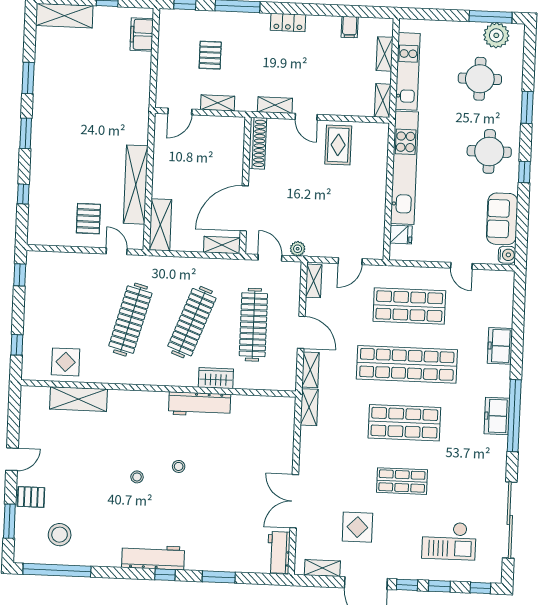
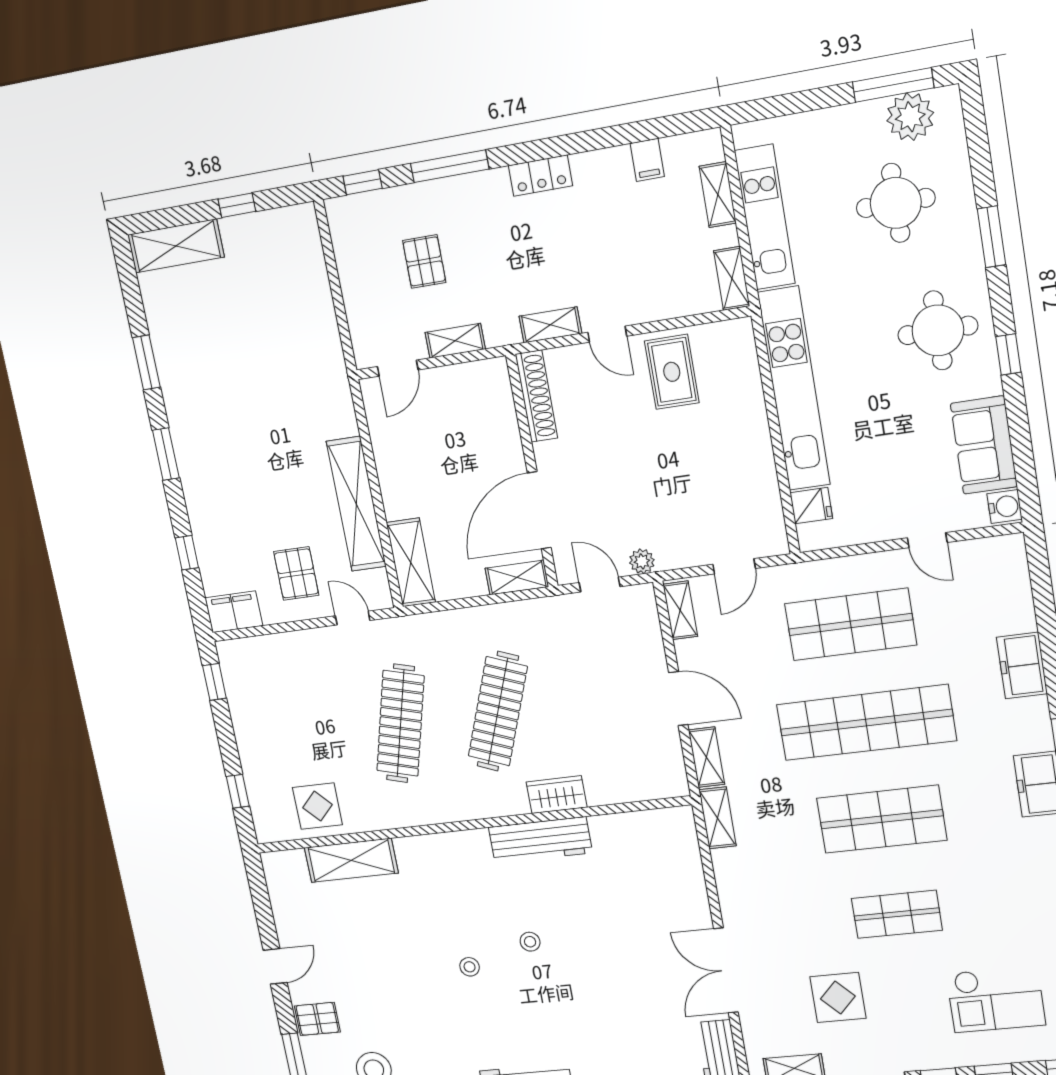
filing cabinet: (142, 34) -> (234, 612), moved, turned 90
clothes rail: (253, 325) -> (597, 699), removed

